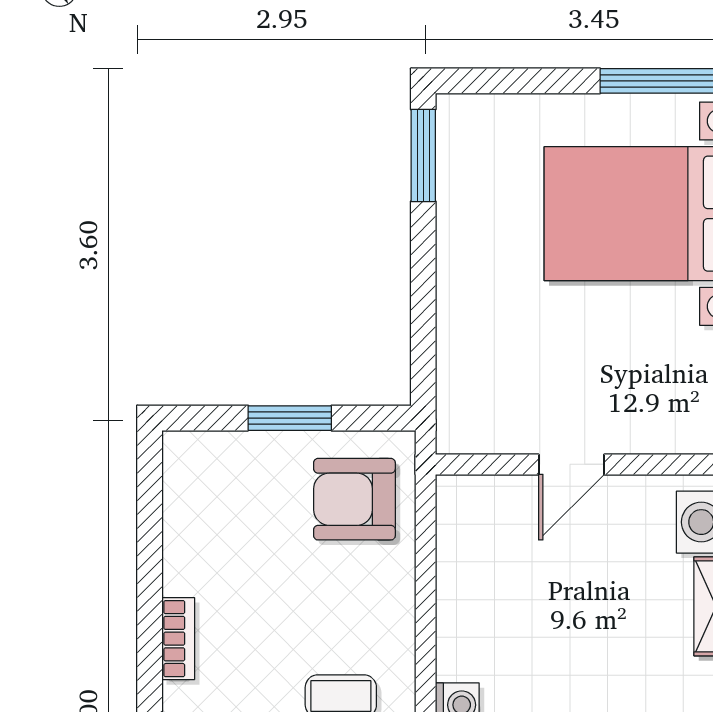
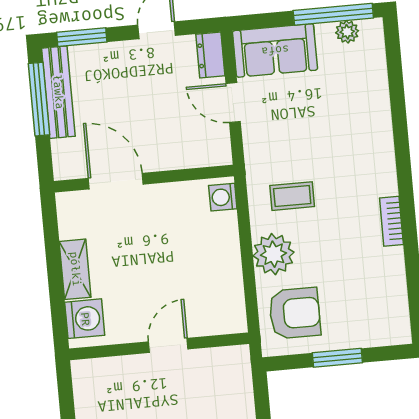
plant: (381, 602) -> (274, 254), added

